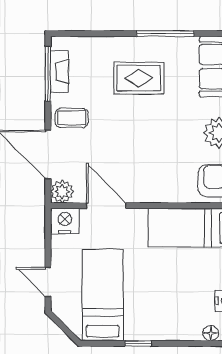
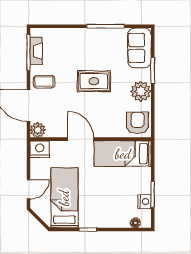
rug: (139, 78) -> (94, 81), moved
door: (106, 206) -> (81, 139), moved
door: (48, 282) -> (29, 189), swing flipped

